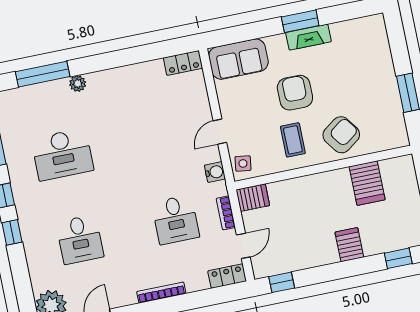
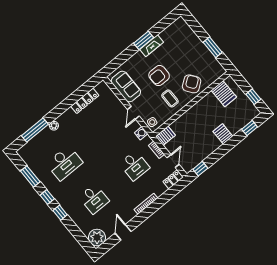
sofa: (238, 59) -> (126, 86), moved, turned -90
locker: (183, 63) -> (85, 101), moved, width x1.53
armchair: (295, 93) -> (159, 76), turned -90
server rack: (367, 183) -> (224, 94), moved

